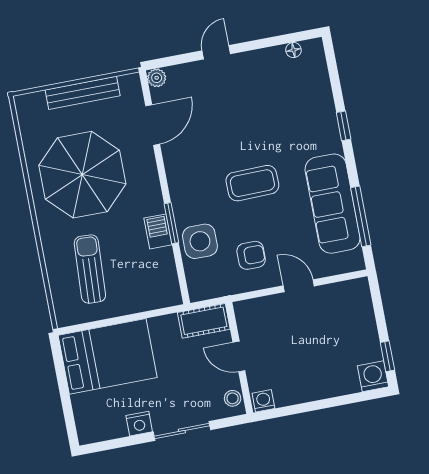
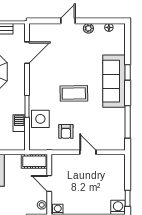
plant: (157, 78) -> (88, 28), moved
sofa: (333, 204) -> (114, 81), moved
barbecue: (158, 231) -> (19, 123), moved
armchair: (251, 255) -> (66, 131), turned 90

